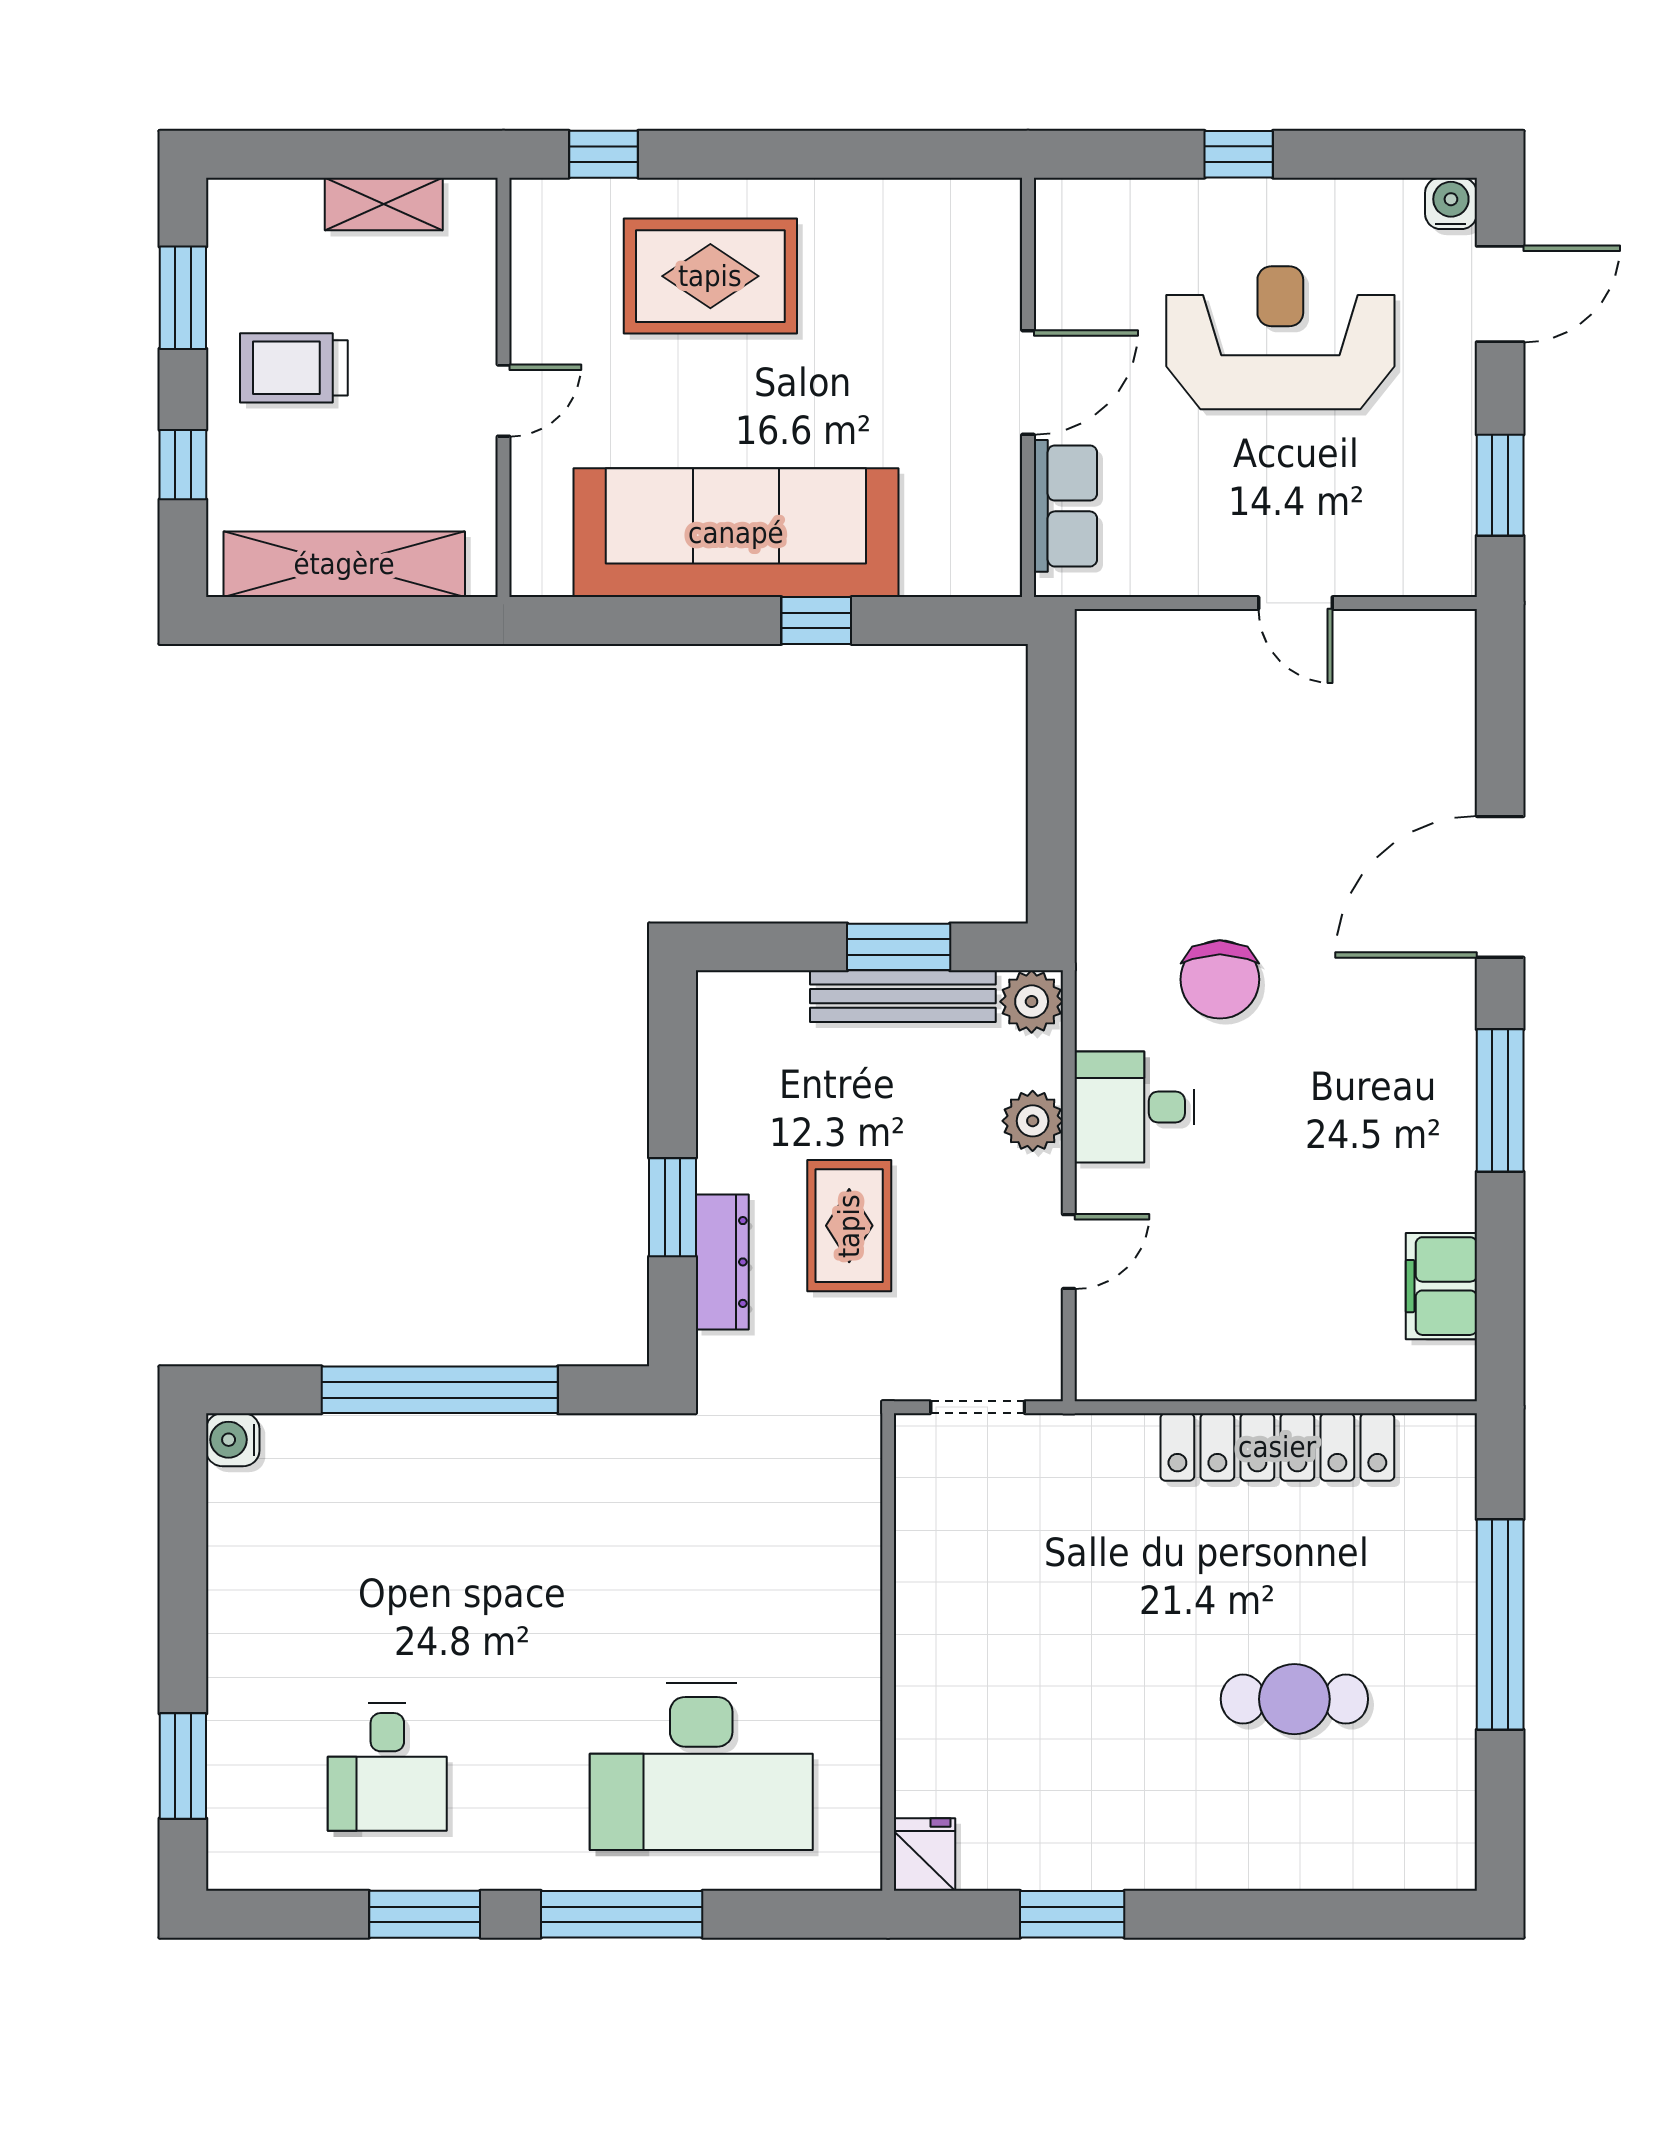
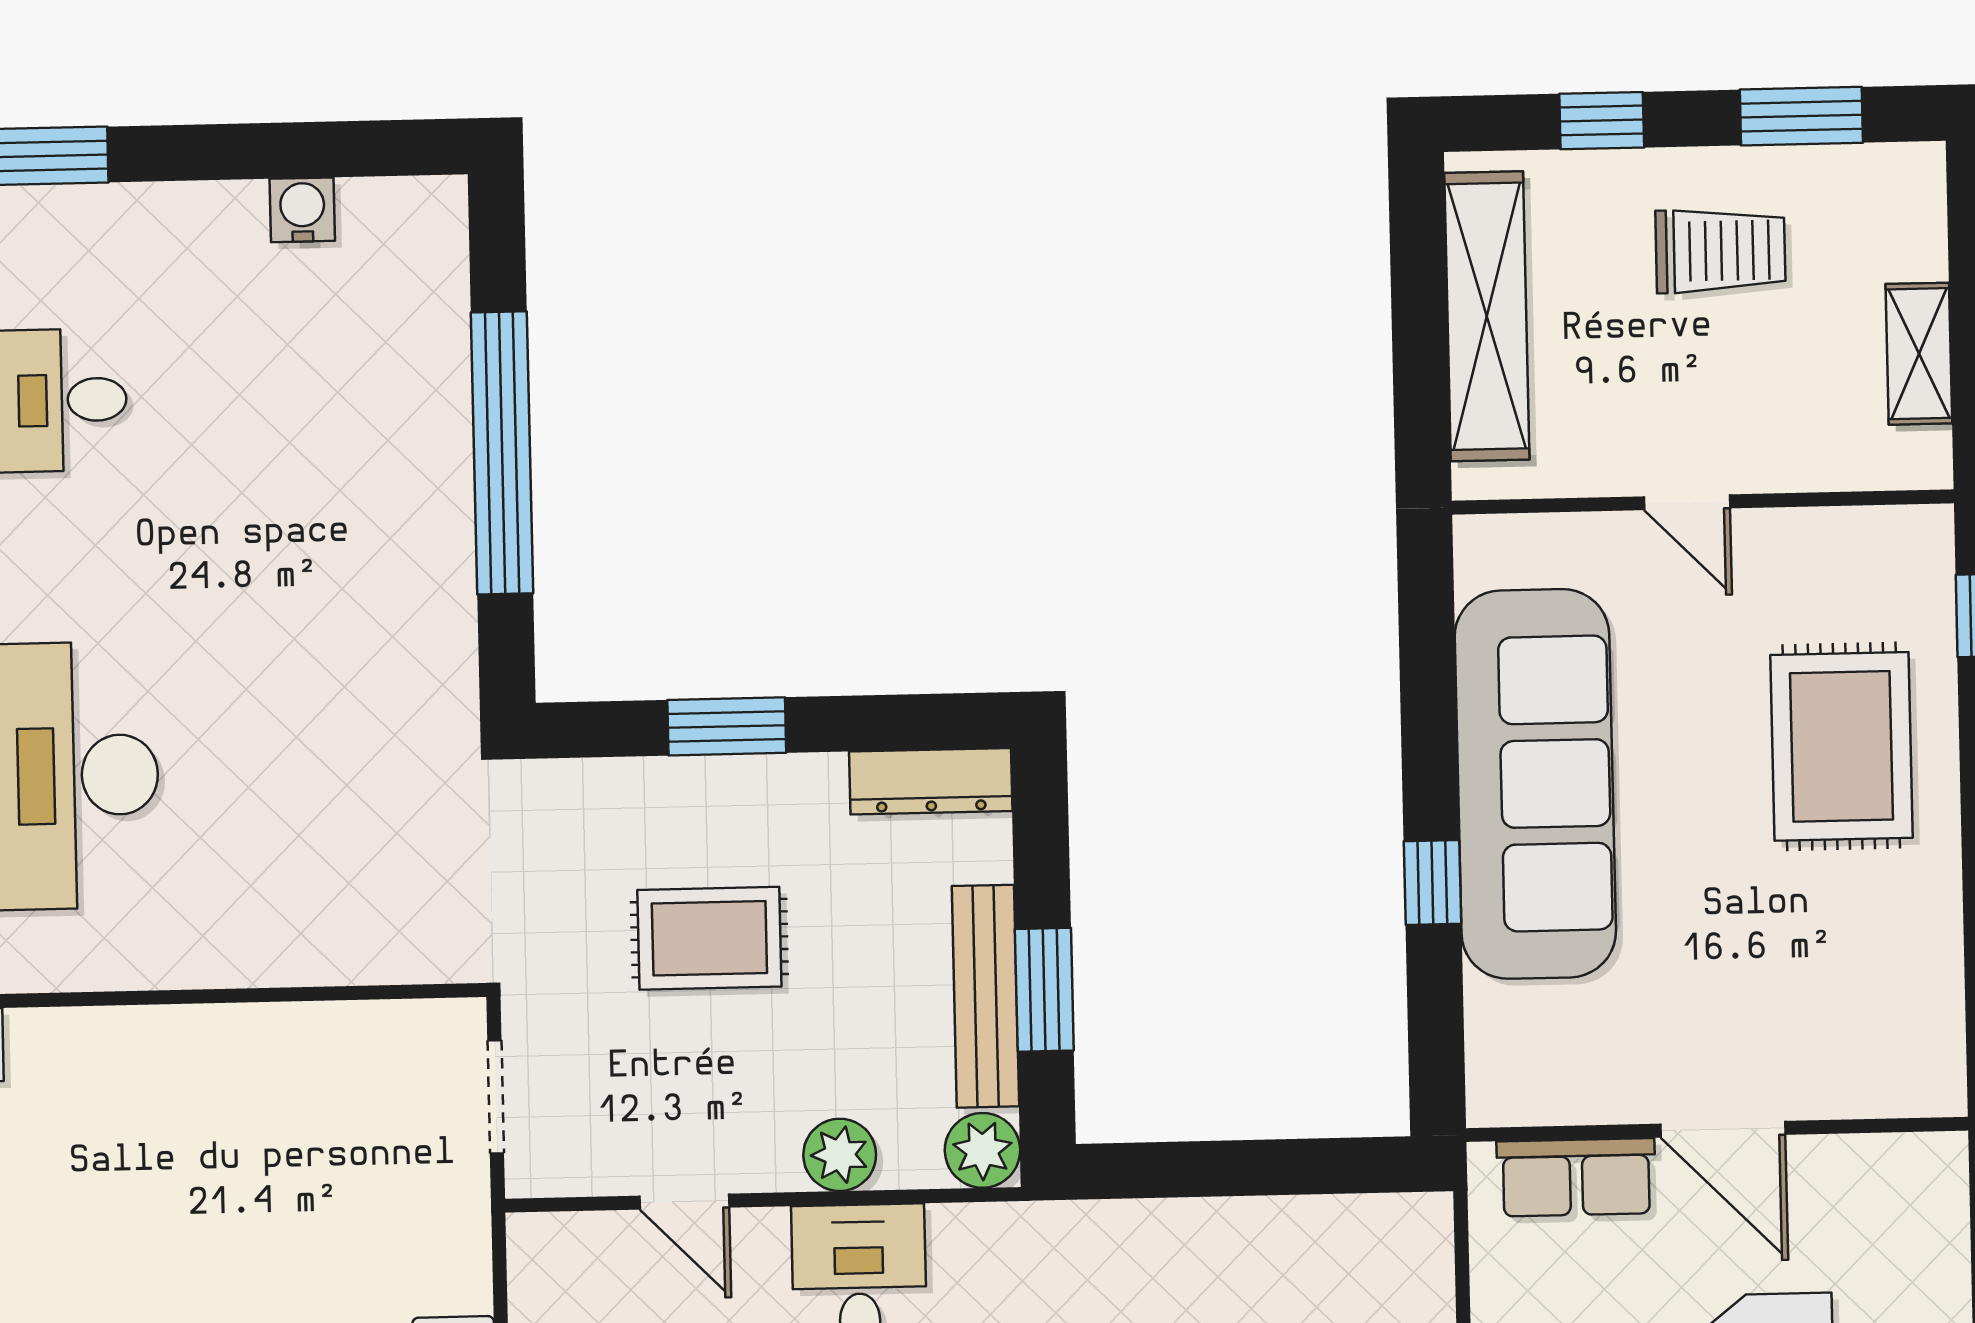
trolley: (294, 368) -> (1720, 251), turned 90
dresser: (722, 1262) -> (931, 781), moved
water cooler: (233, 1440) -> (302, 210), moved

